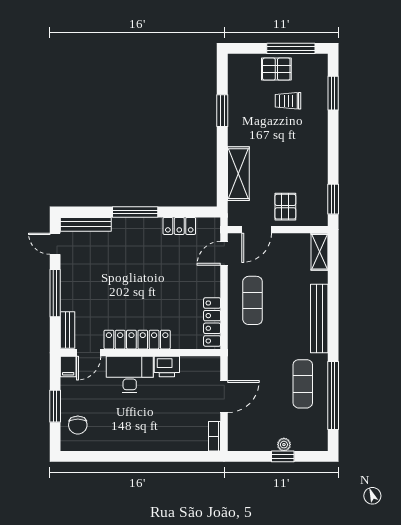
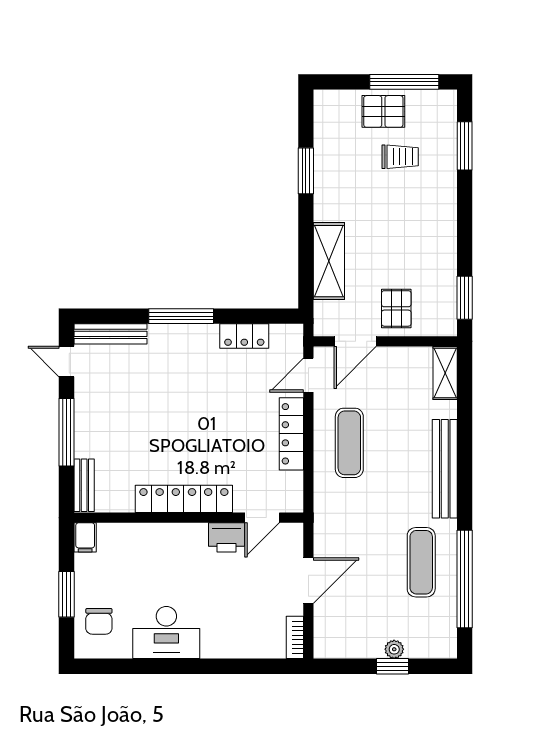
trolley: (288, 101) -> (400, 157), turned 180
locker: (212, 322) -> (291, 434), moved
door: (89, 353) -> (262, 518), moved
desk: (130, 375) -> (166, 633), moved, turned 180

